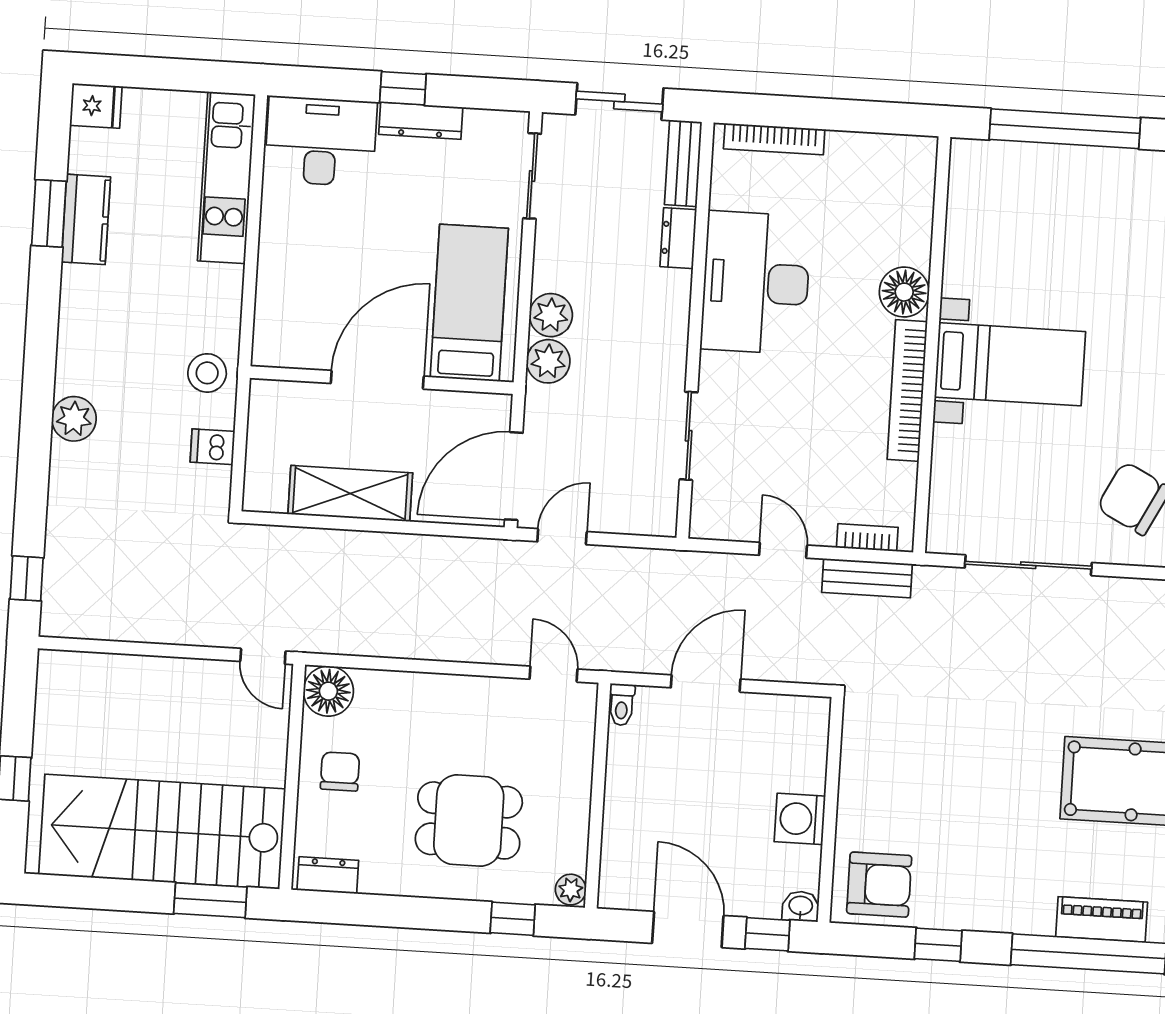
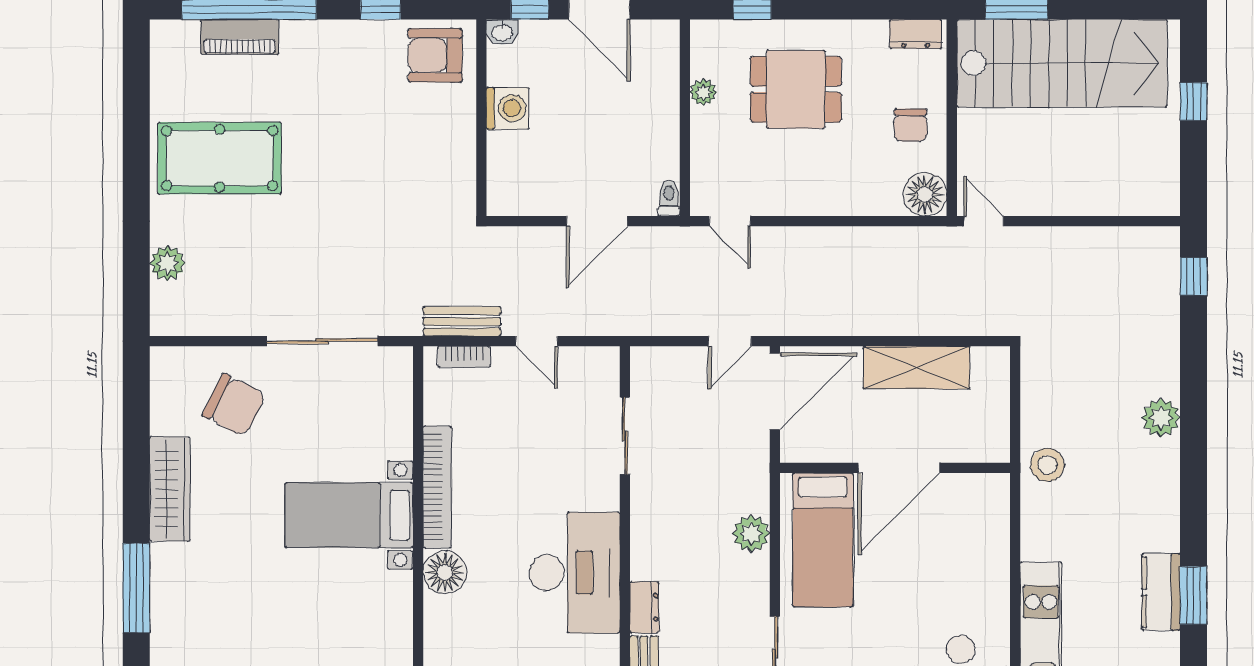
plant: (548, 361) -> (751, 493), removed
dishwasher: (212, 447) -> (1039, 401), removed
plant: (571, 890) -> (703, 92), moved

